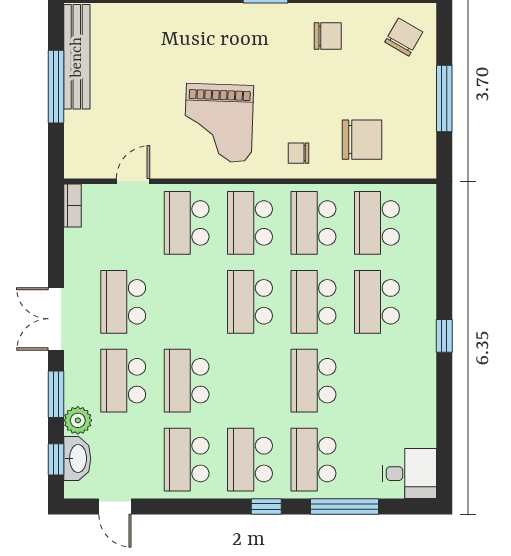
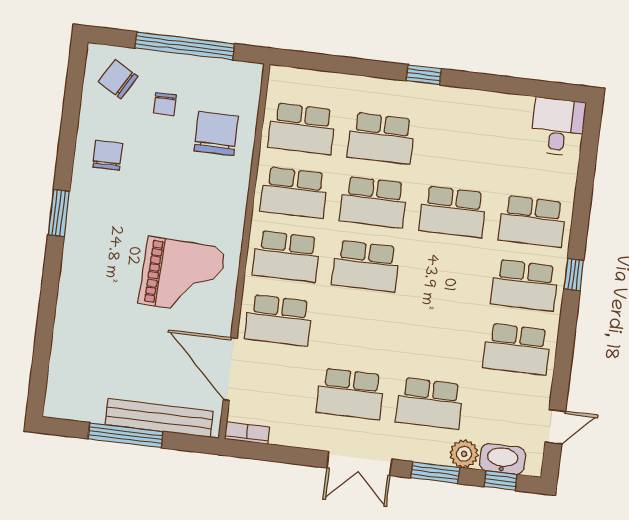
bench: (77, 57) -> (159, 418), moved
window: (444, 98) -> (185, 46), width x1.46
chair: (299, 153) -> (165, 104), moved
door: (133, 181) -> (230, 369), width x1.87
school desk: (187, 381) -> (437, 339), removed
window: (344, 507) -> (583, 196), removed

